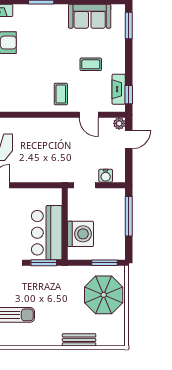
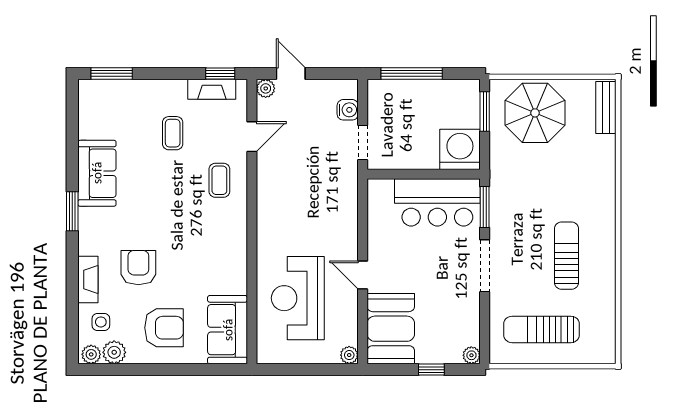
sofa: (90, 16) -> (97, 173), moved
coffee table: (61, 94) -> (219, 180), turned 90
washing machine: (80, 234) -> (460, 149), moved
bench: (79, 340) -> (606, 108), moved

